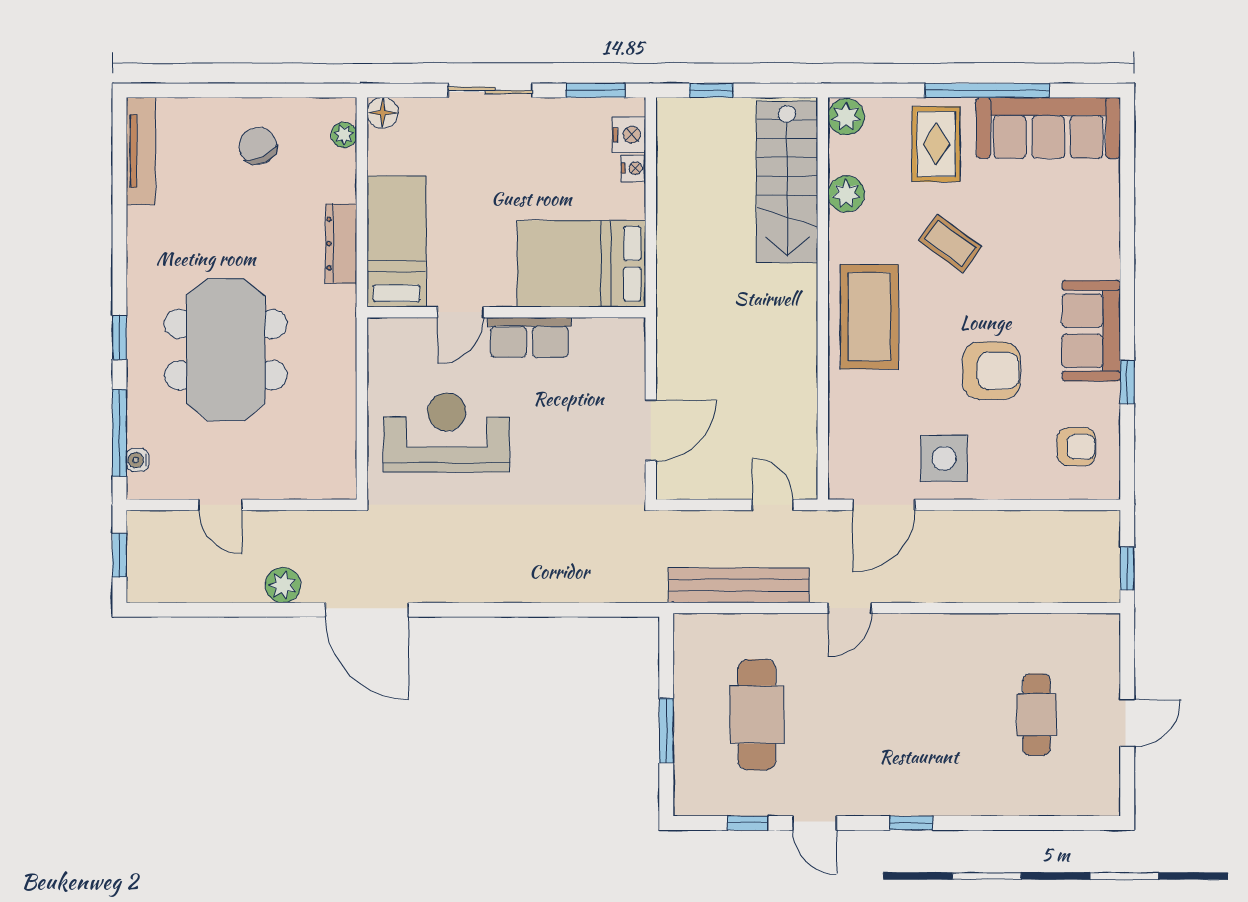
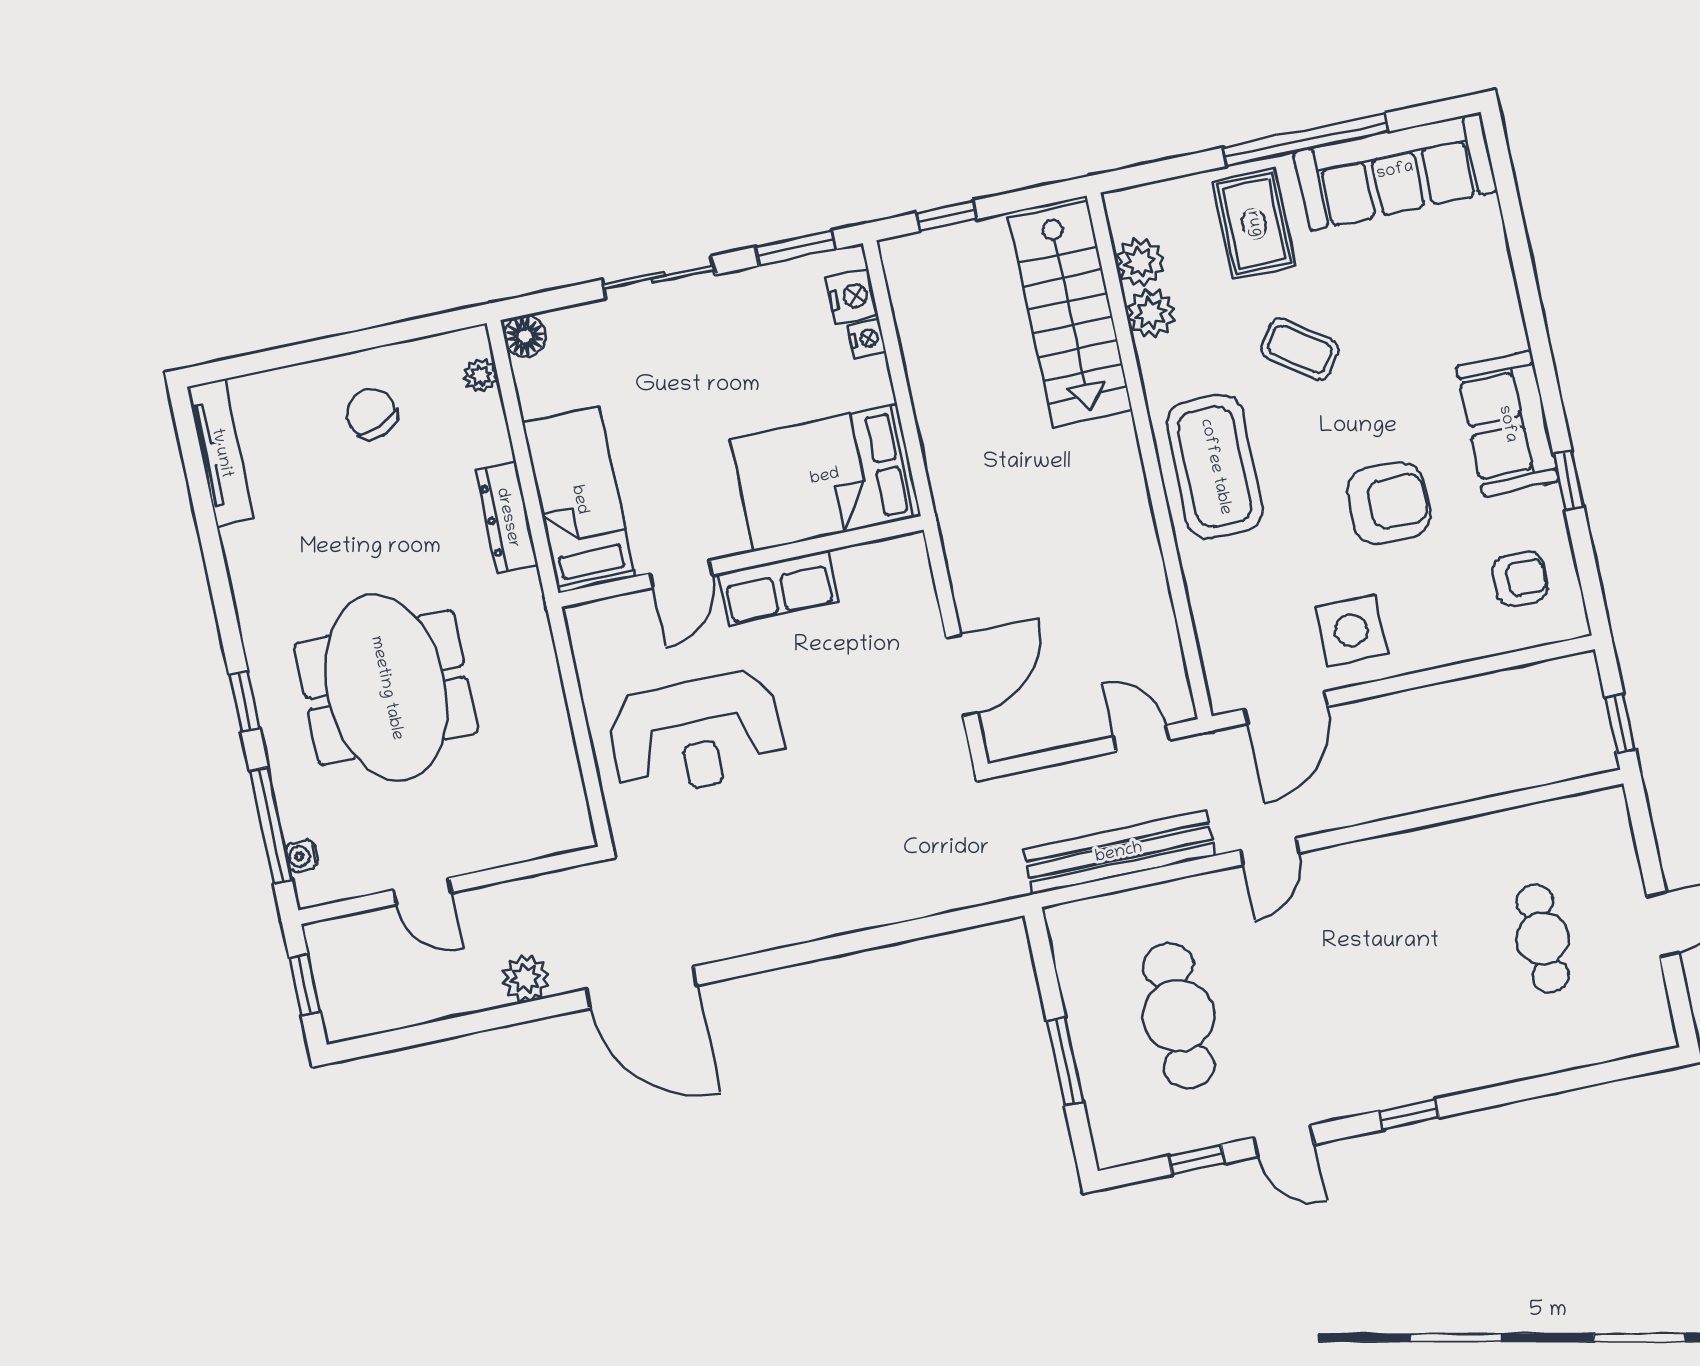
plant: (846, 117) -> (1140, 262), moved
reception desk: (447, 433) -> (697, 735), turned 180

